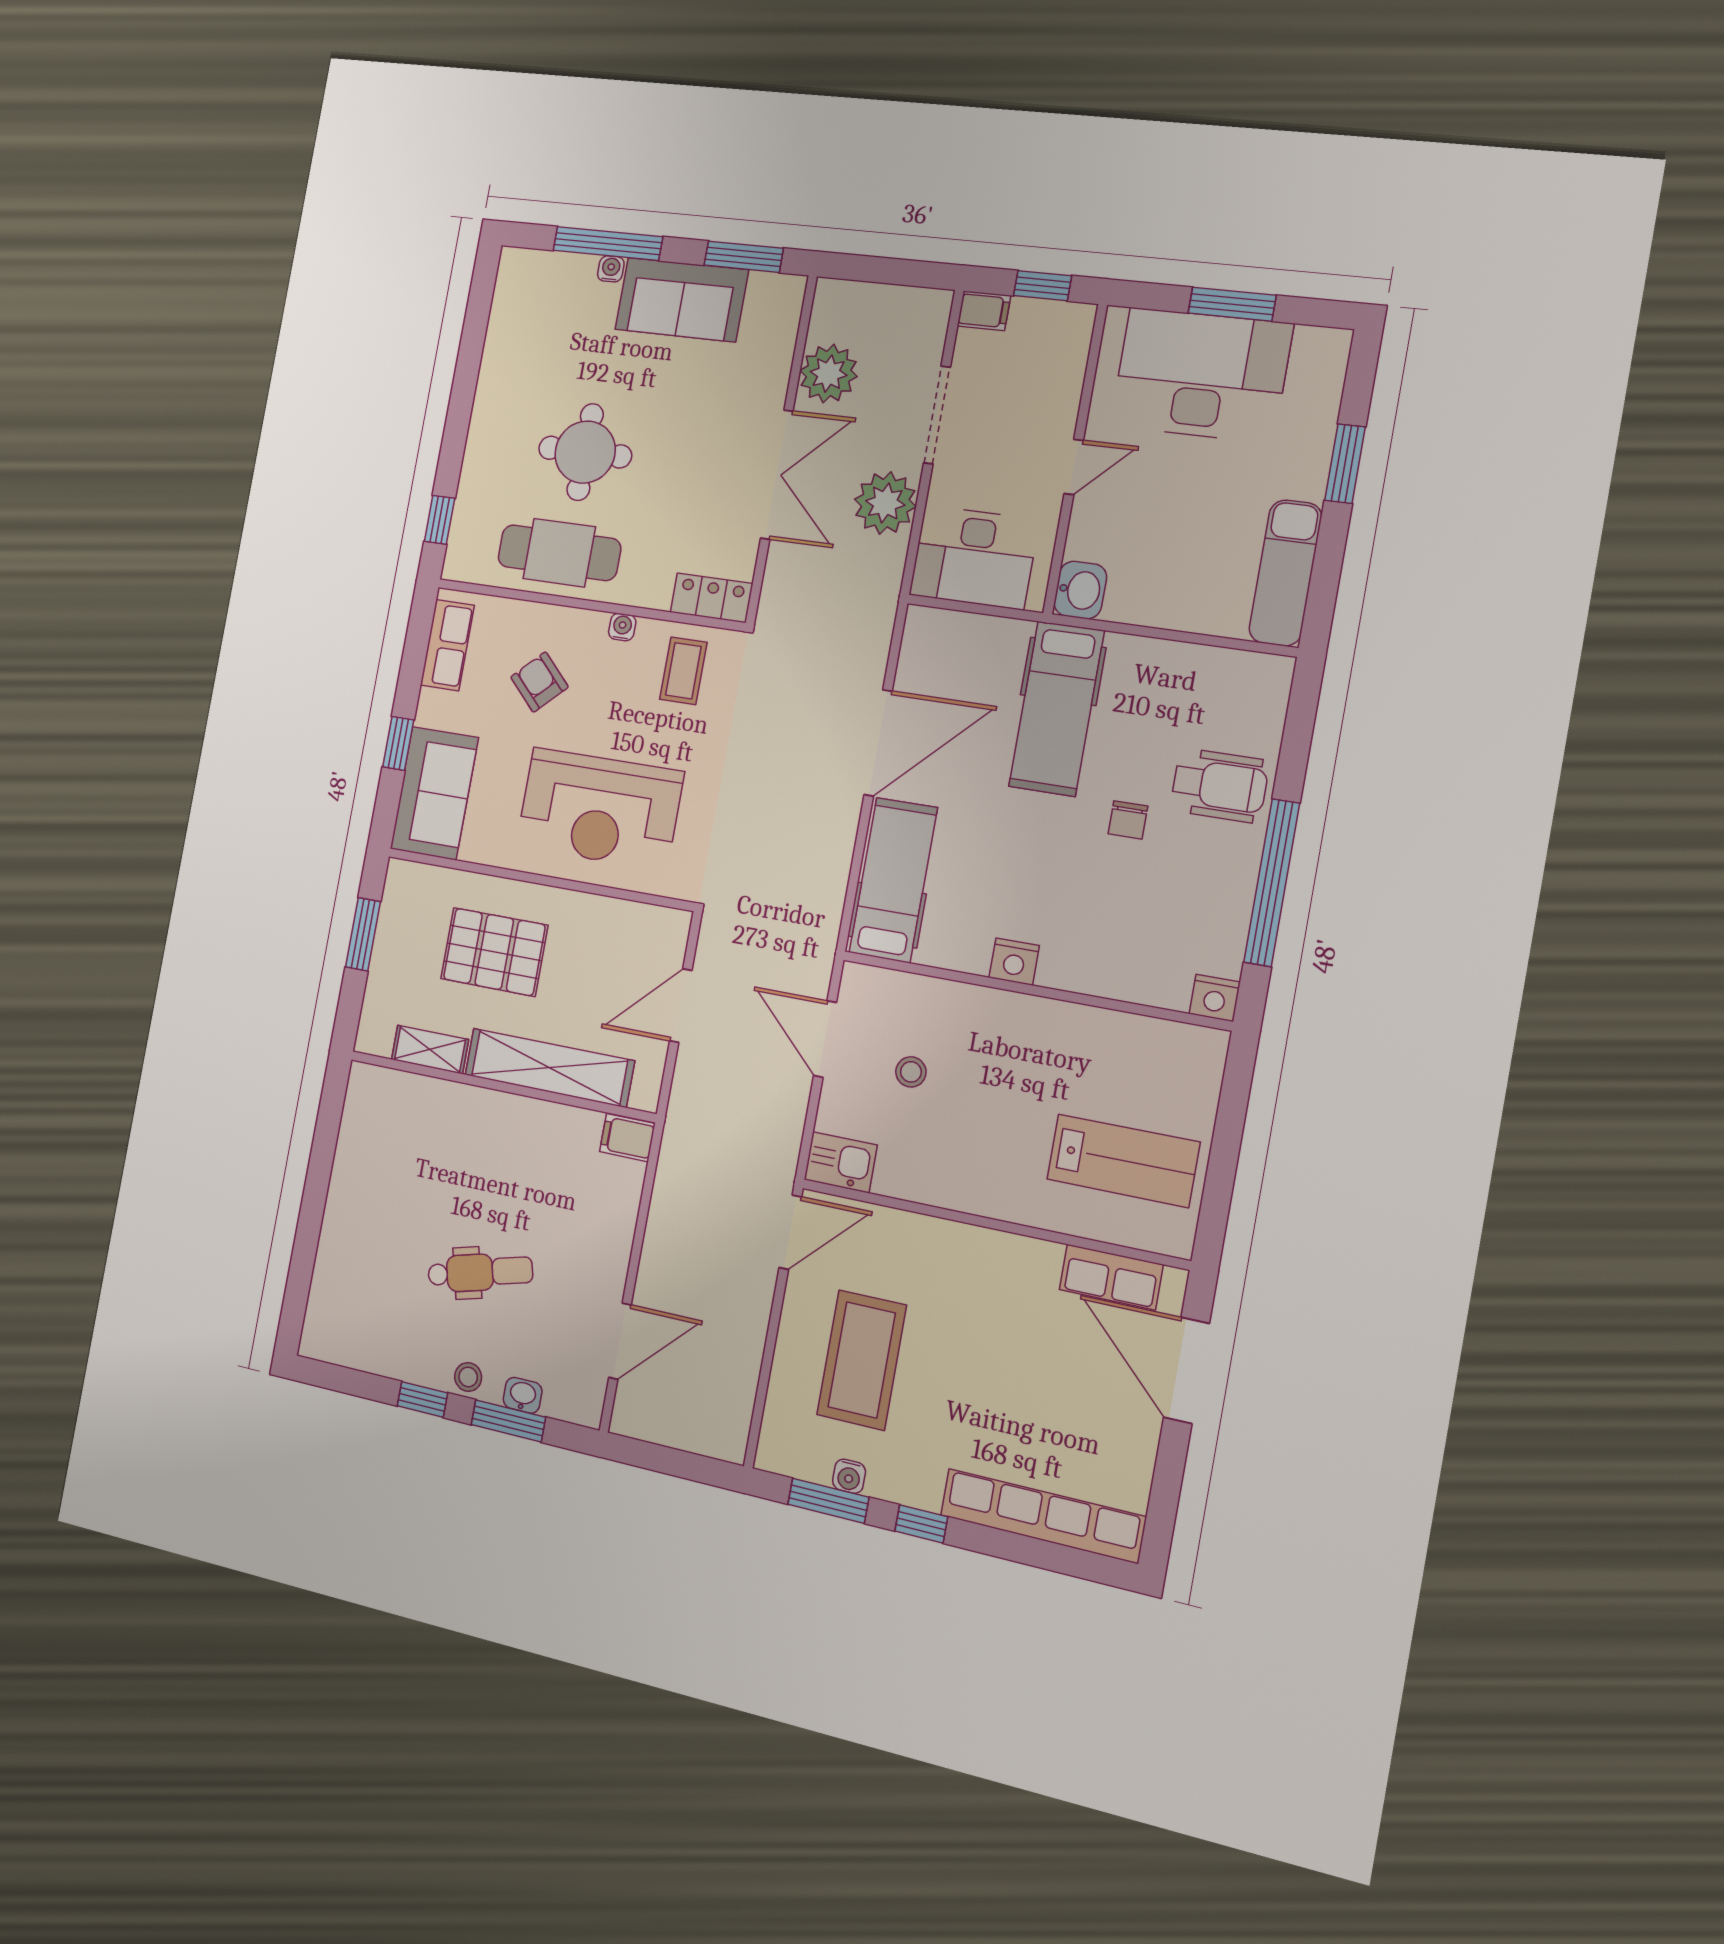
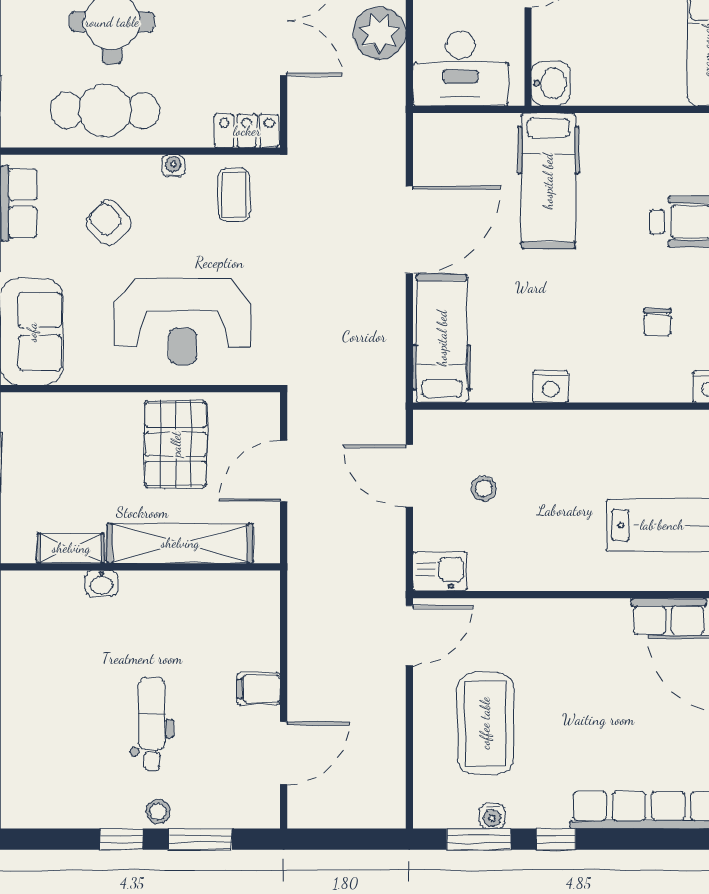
chair: (1128, 820) -> (657, 322), moved
pallet: (494, 952) -> (176, 444), moved, turned 90
filing cabinet: (627, 1138) -> (258, 689), moved
dental chair: (480, 1272) -> (152, 724), turned -75
washbasin: (523, 1395) -> (101, 583), moved, turned 180

